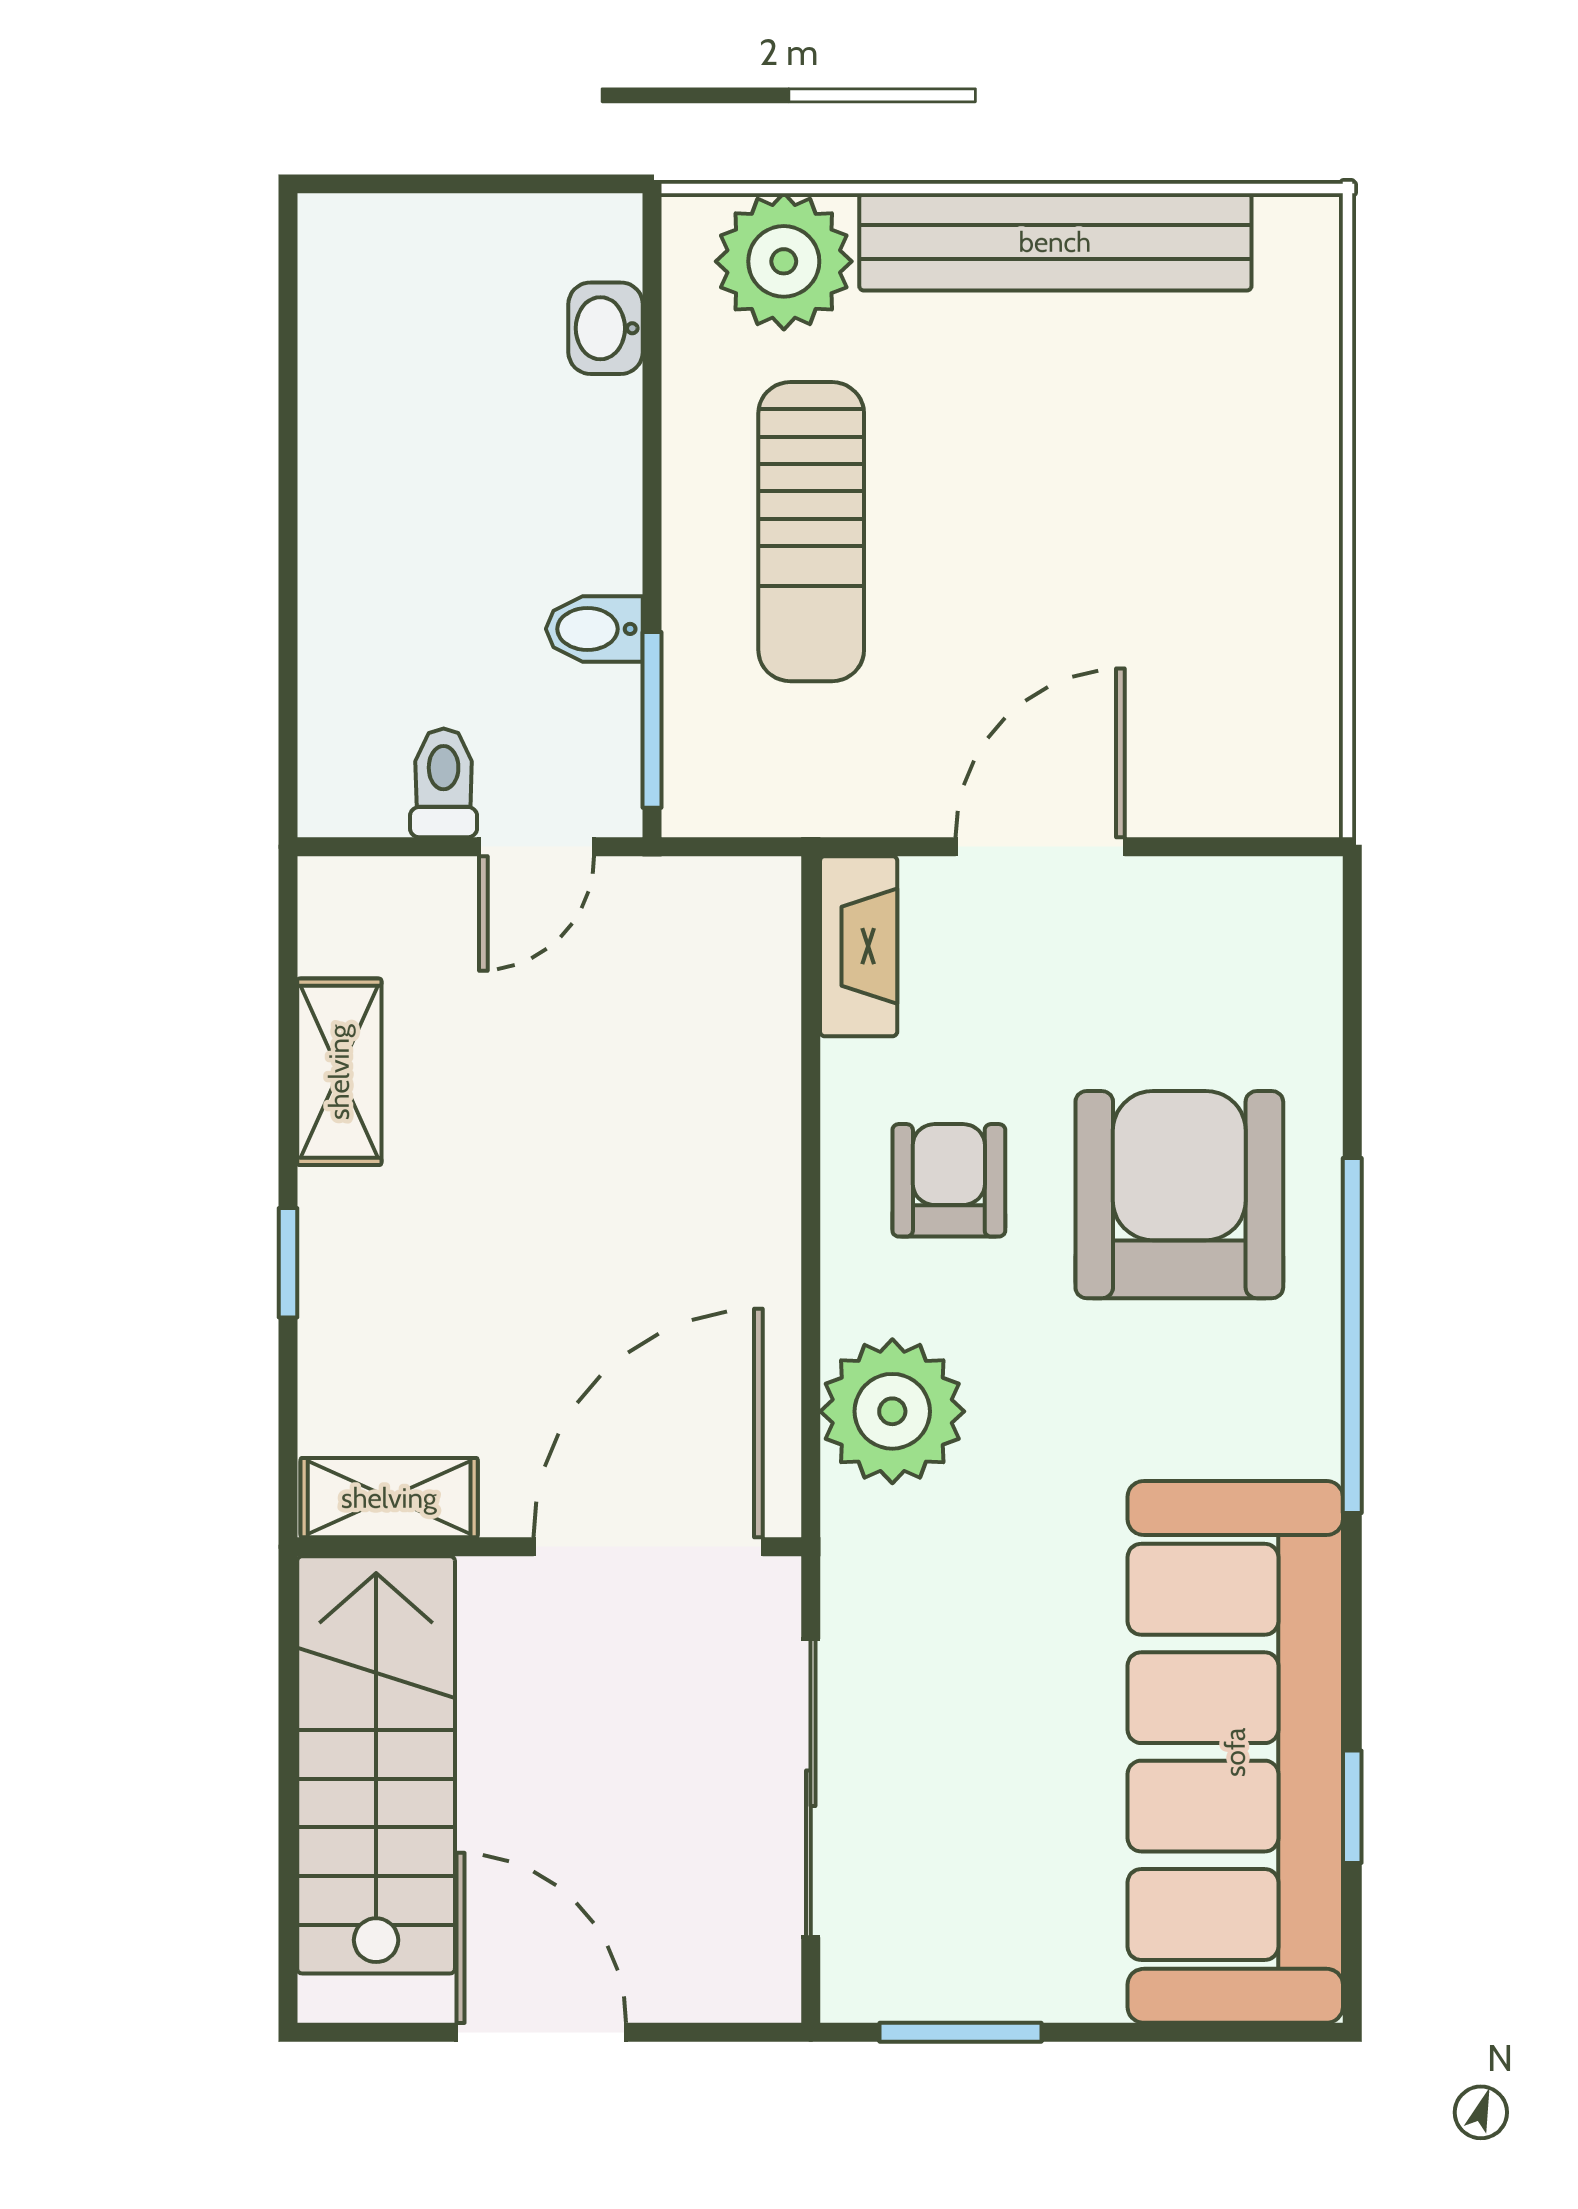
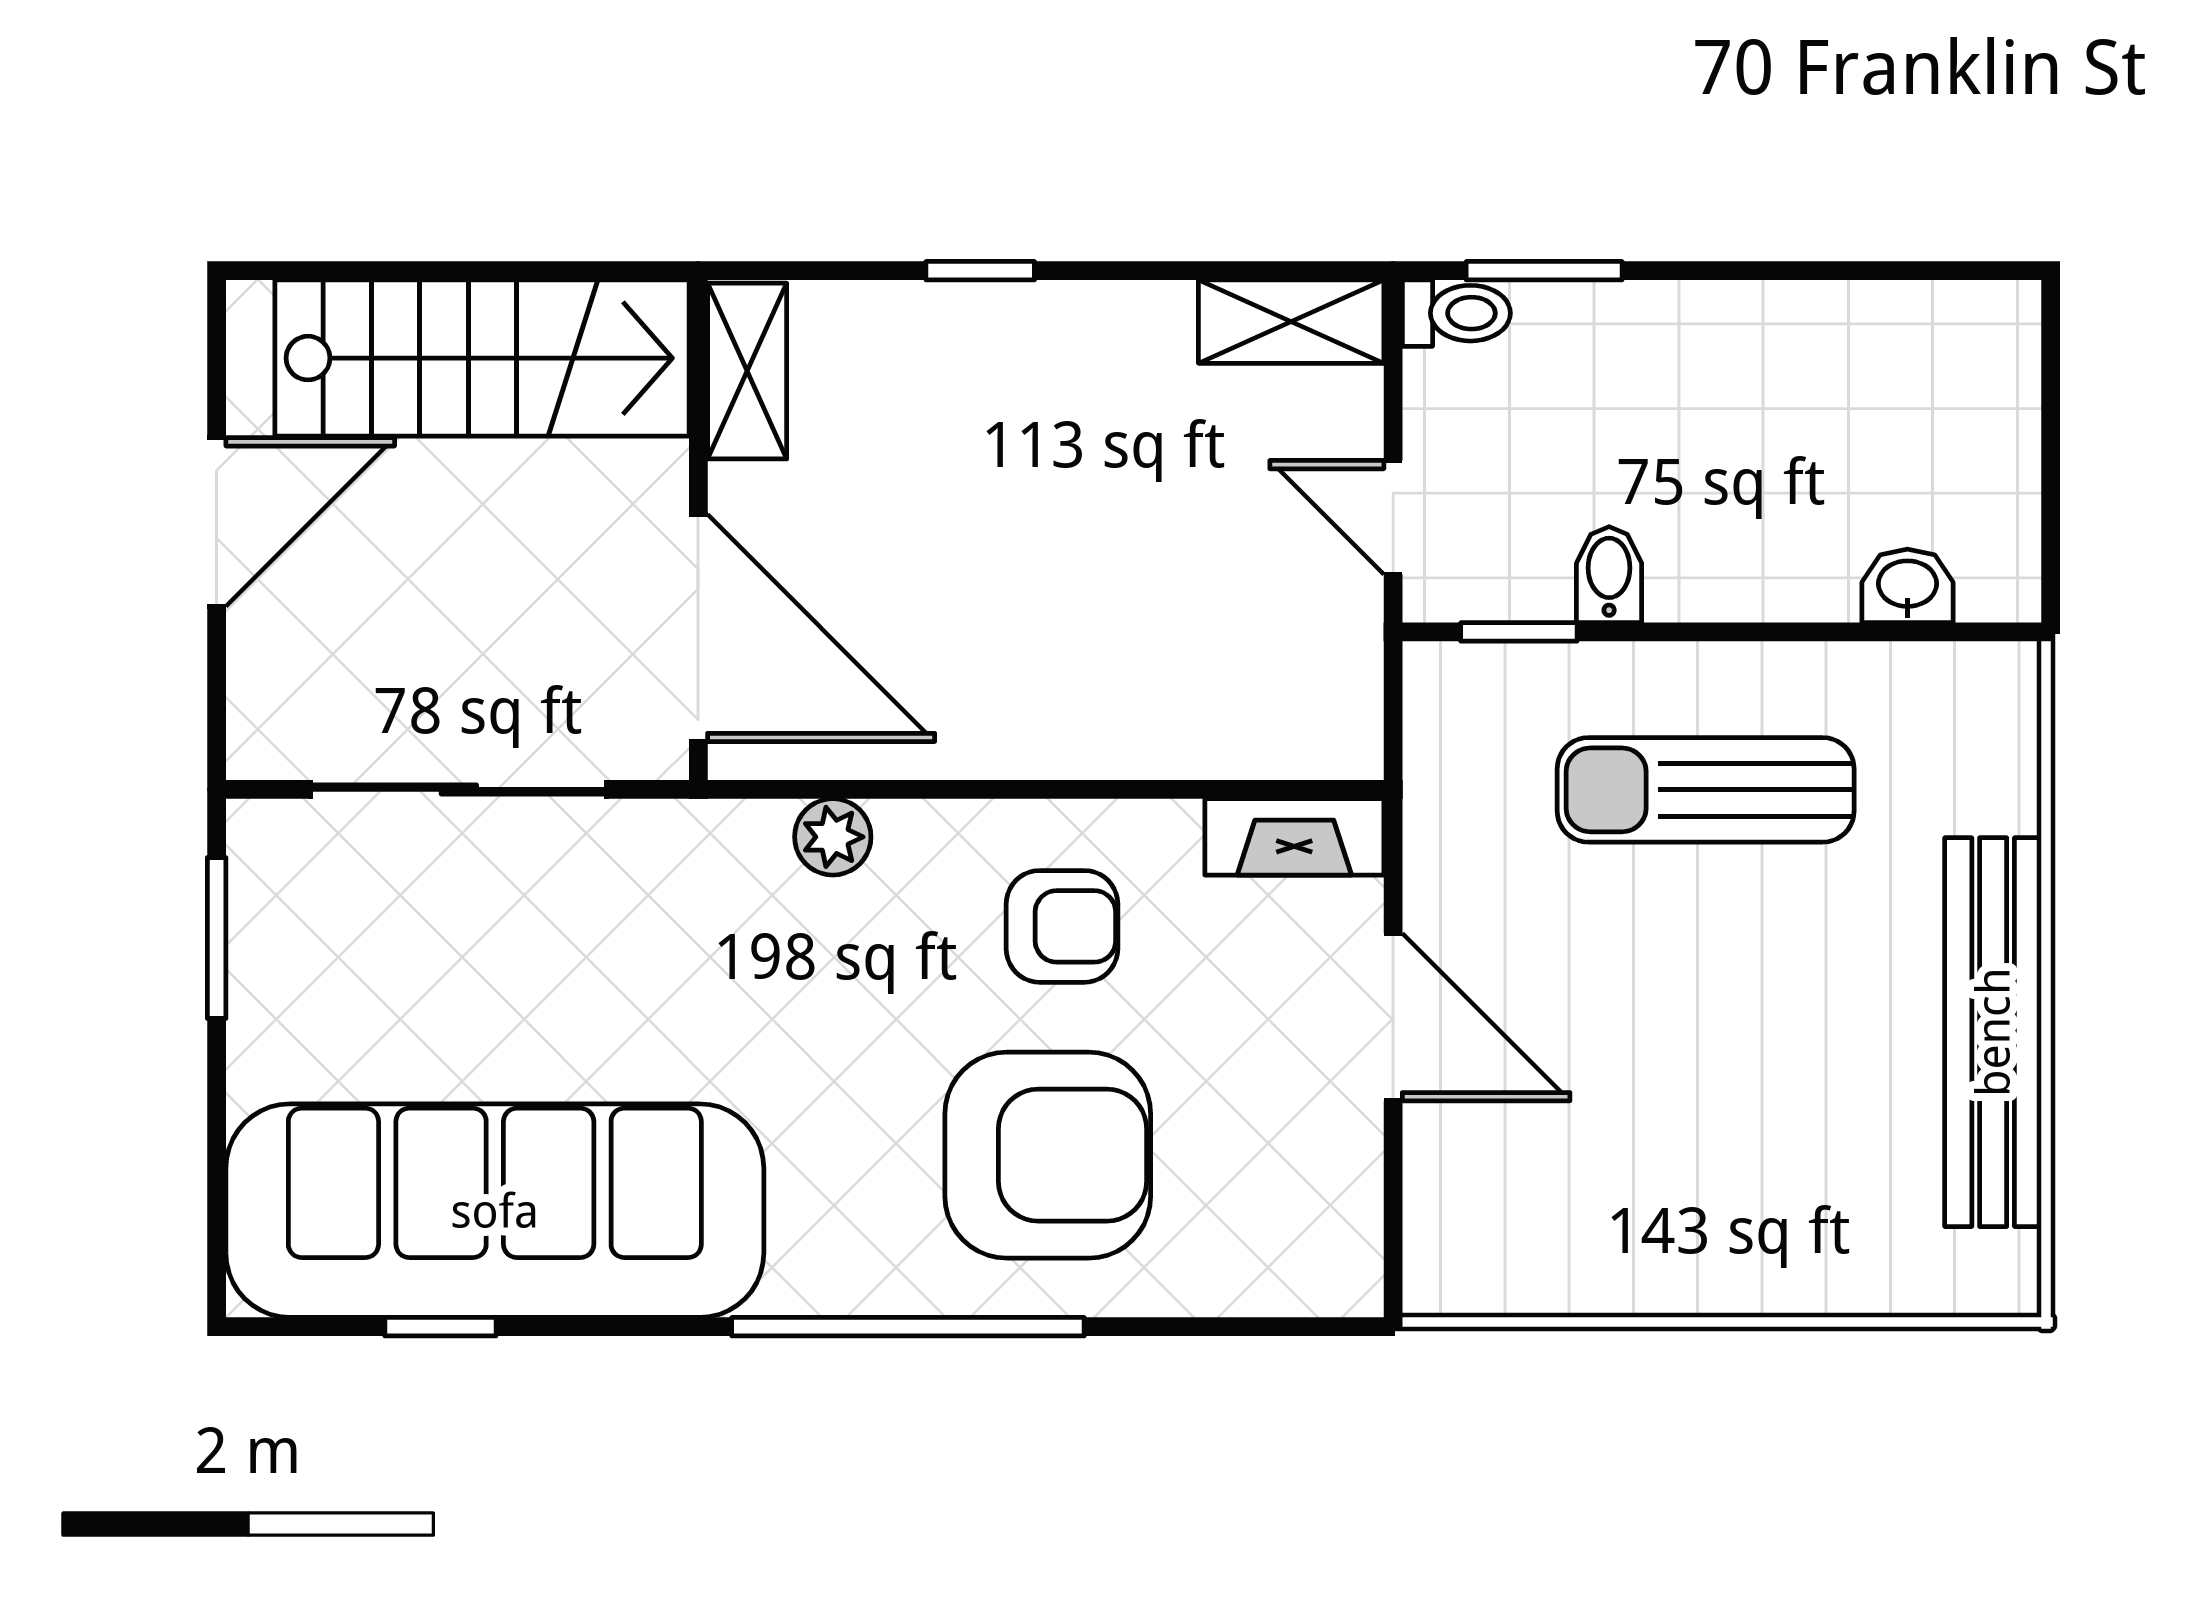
plant: (784, 261) -> (1974, 763), removed
window: (288, 694) -> (1544, 271), added
window: (652, 720) -> (1519, 632), width x0.67
toilet: (444, 783) -> (1456, 313), moved
shelving: (339, 1072) -> (1291, 322), moved
plant: (892, 1411) -> (833, 837), width x0.53, depth x0.53

